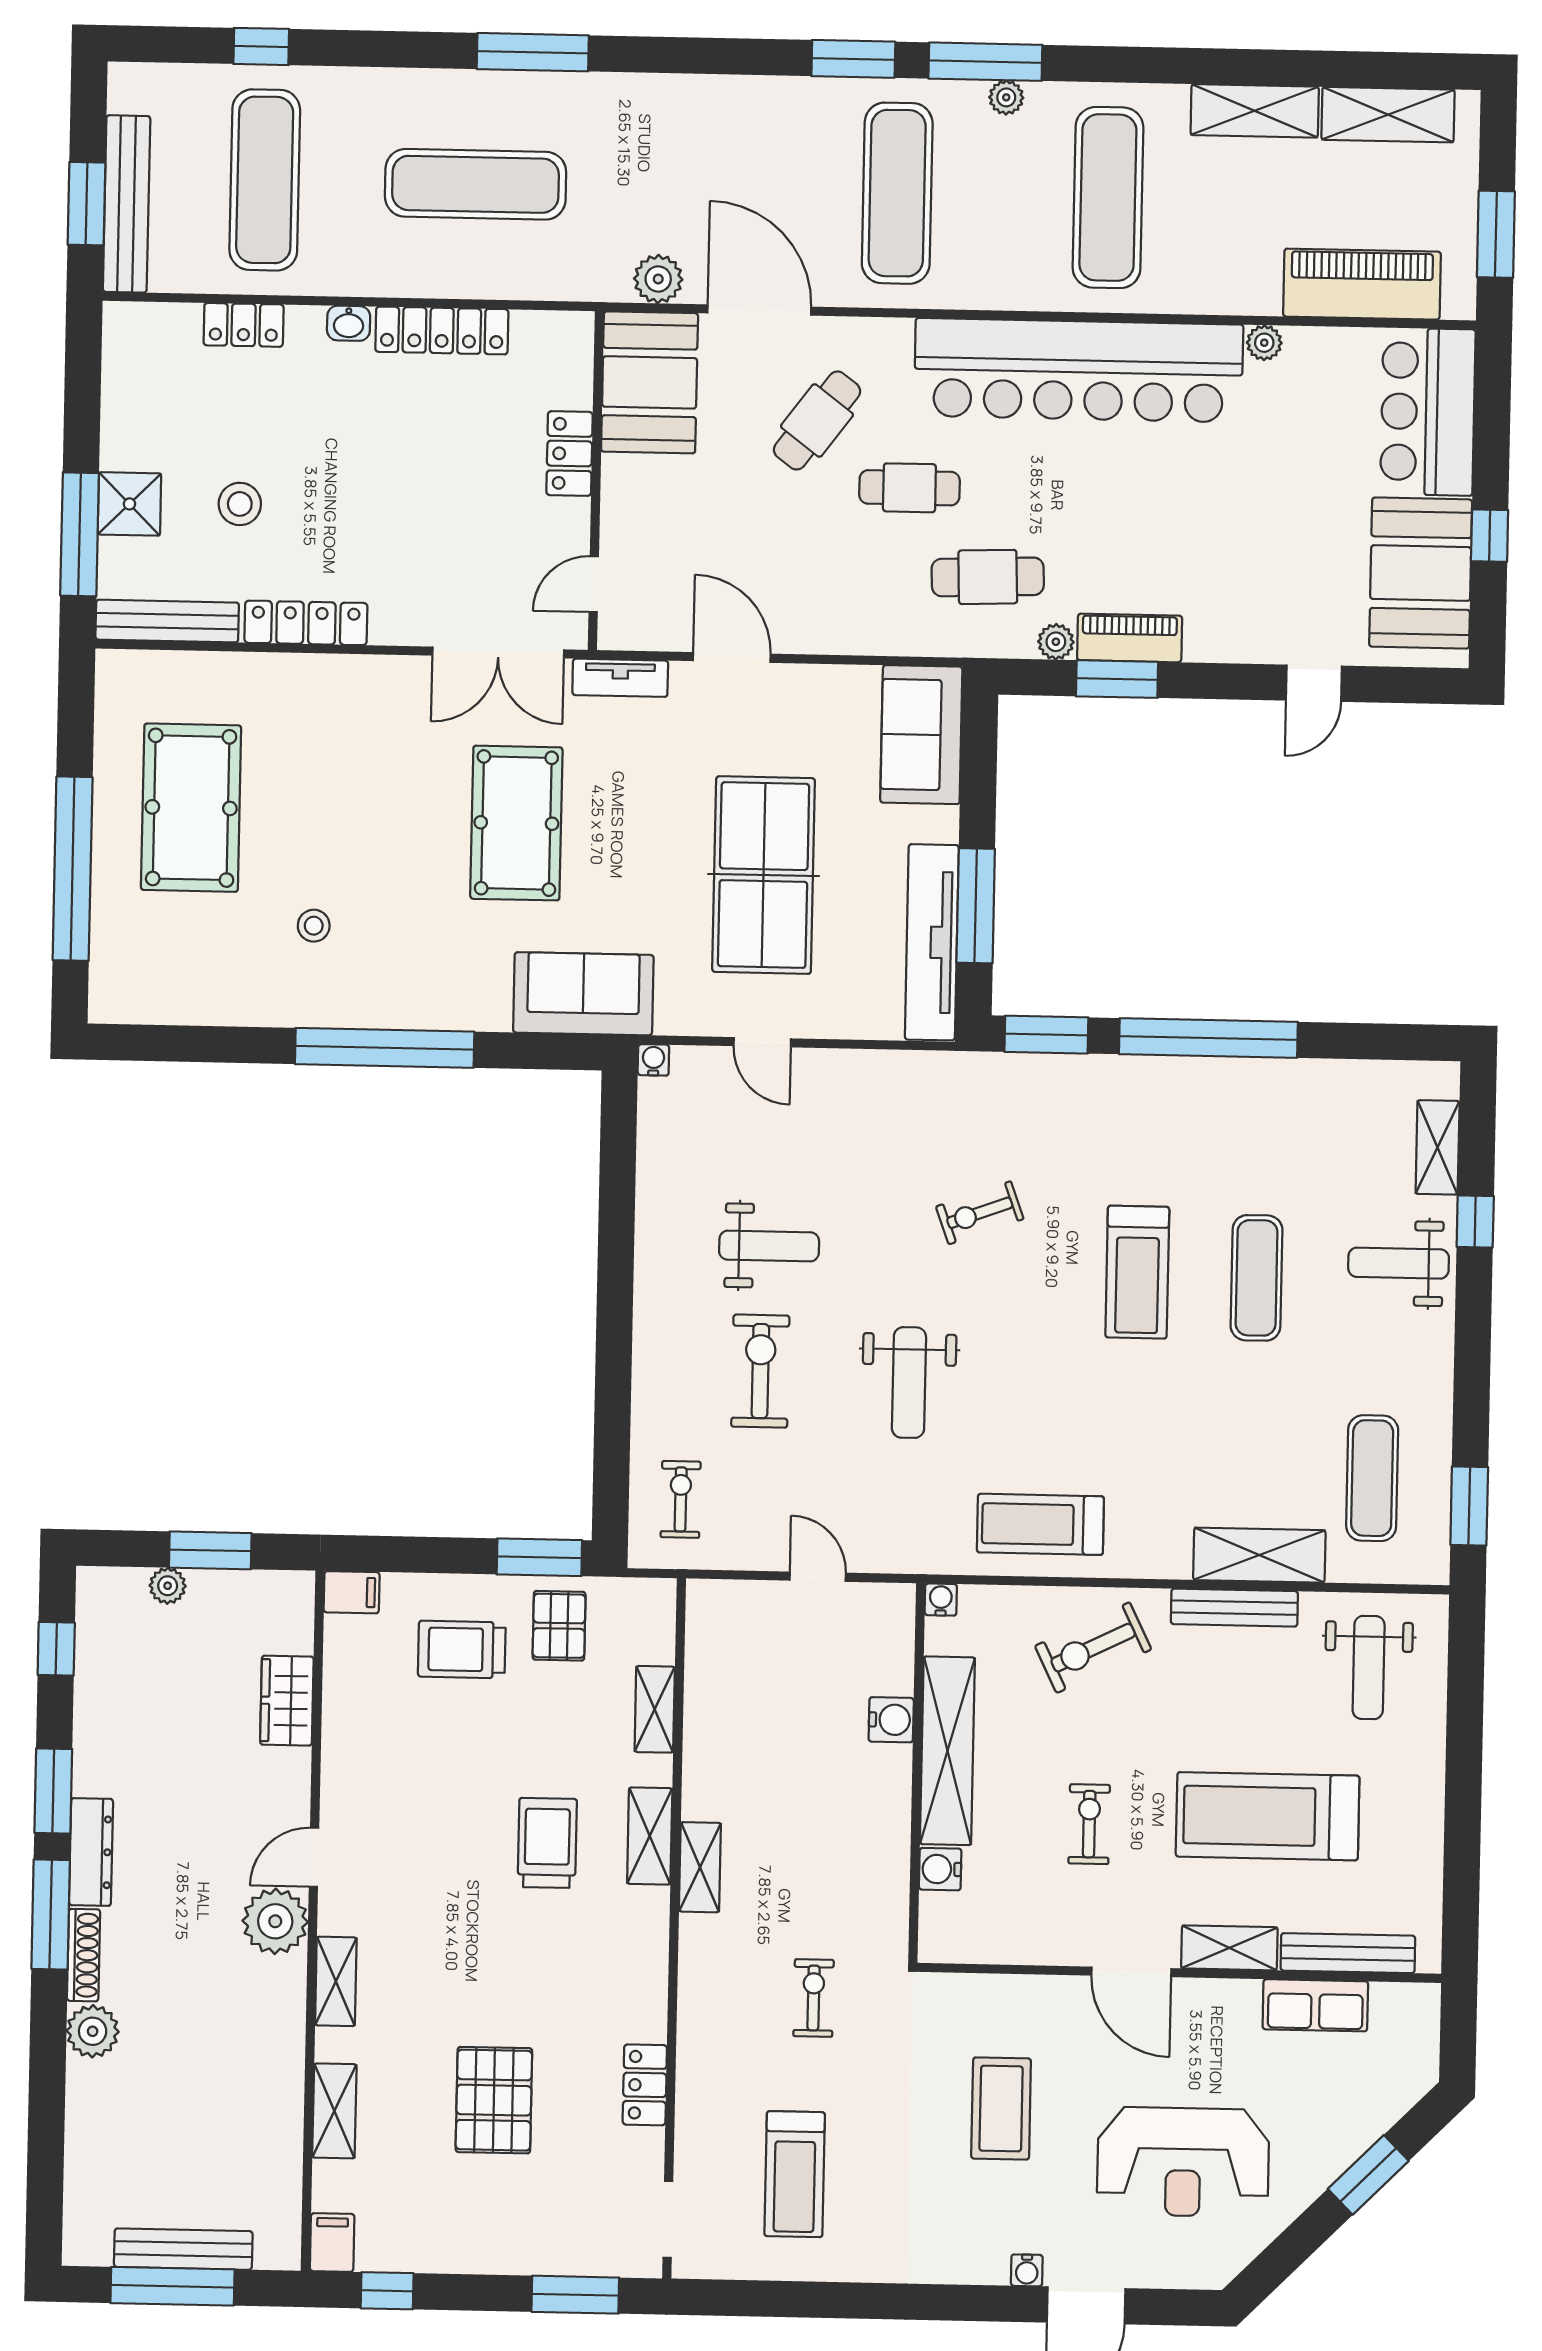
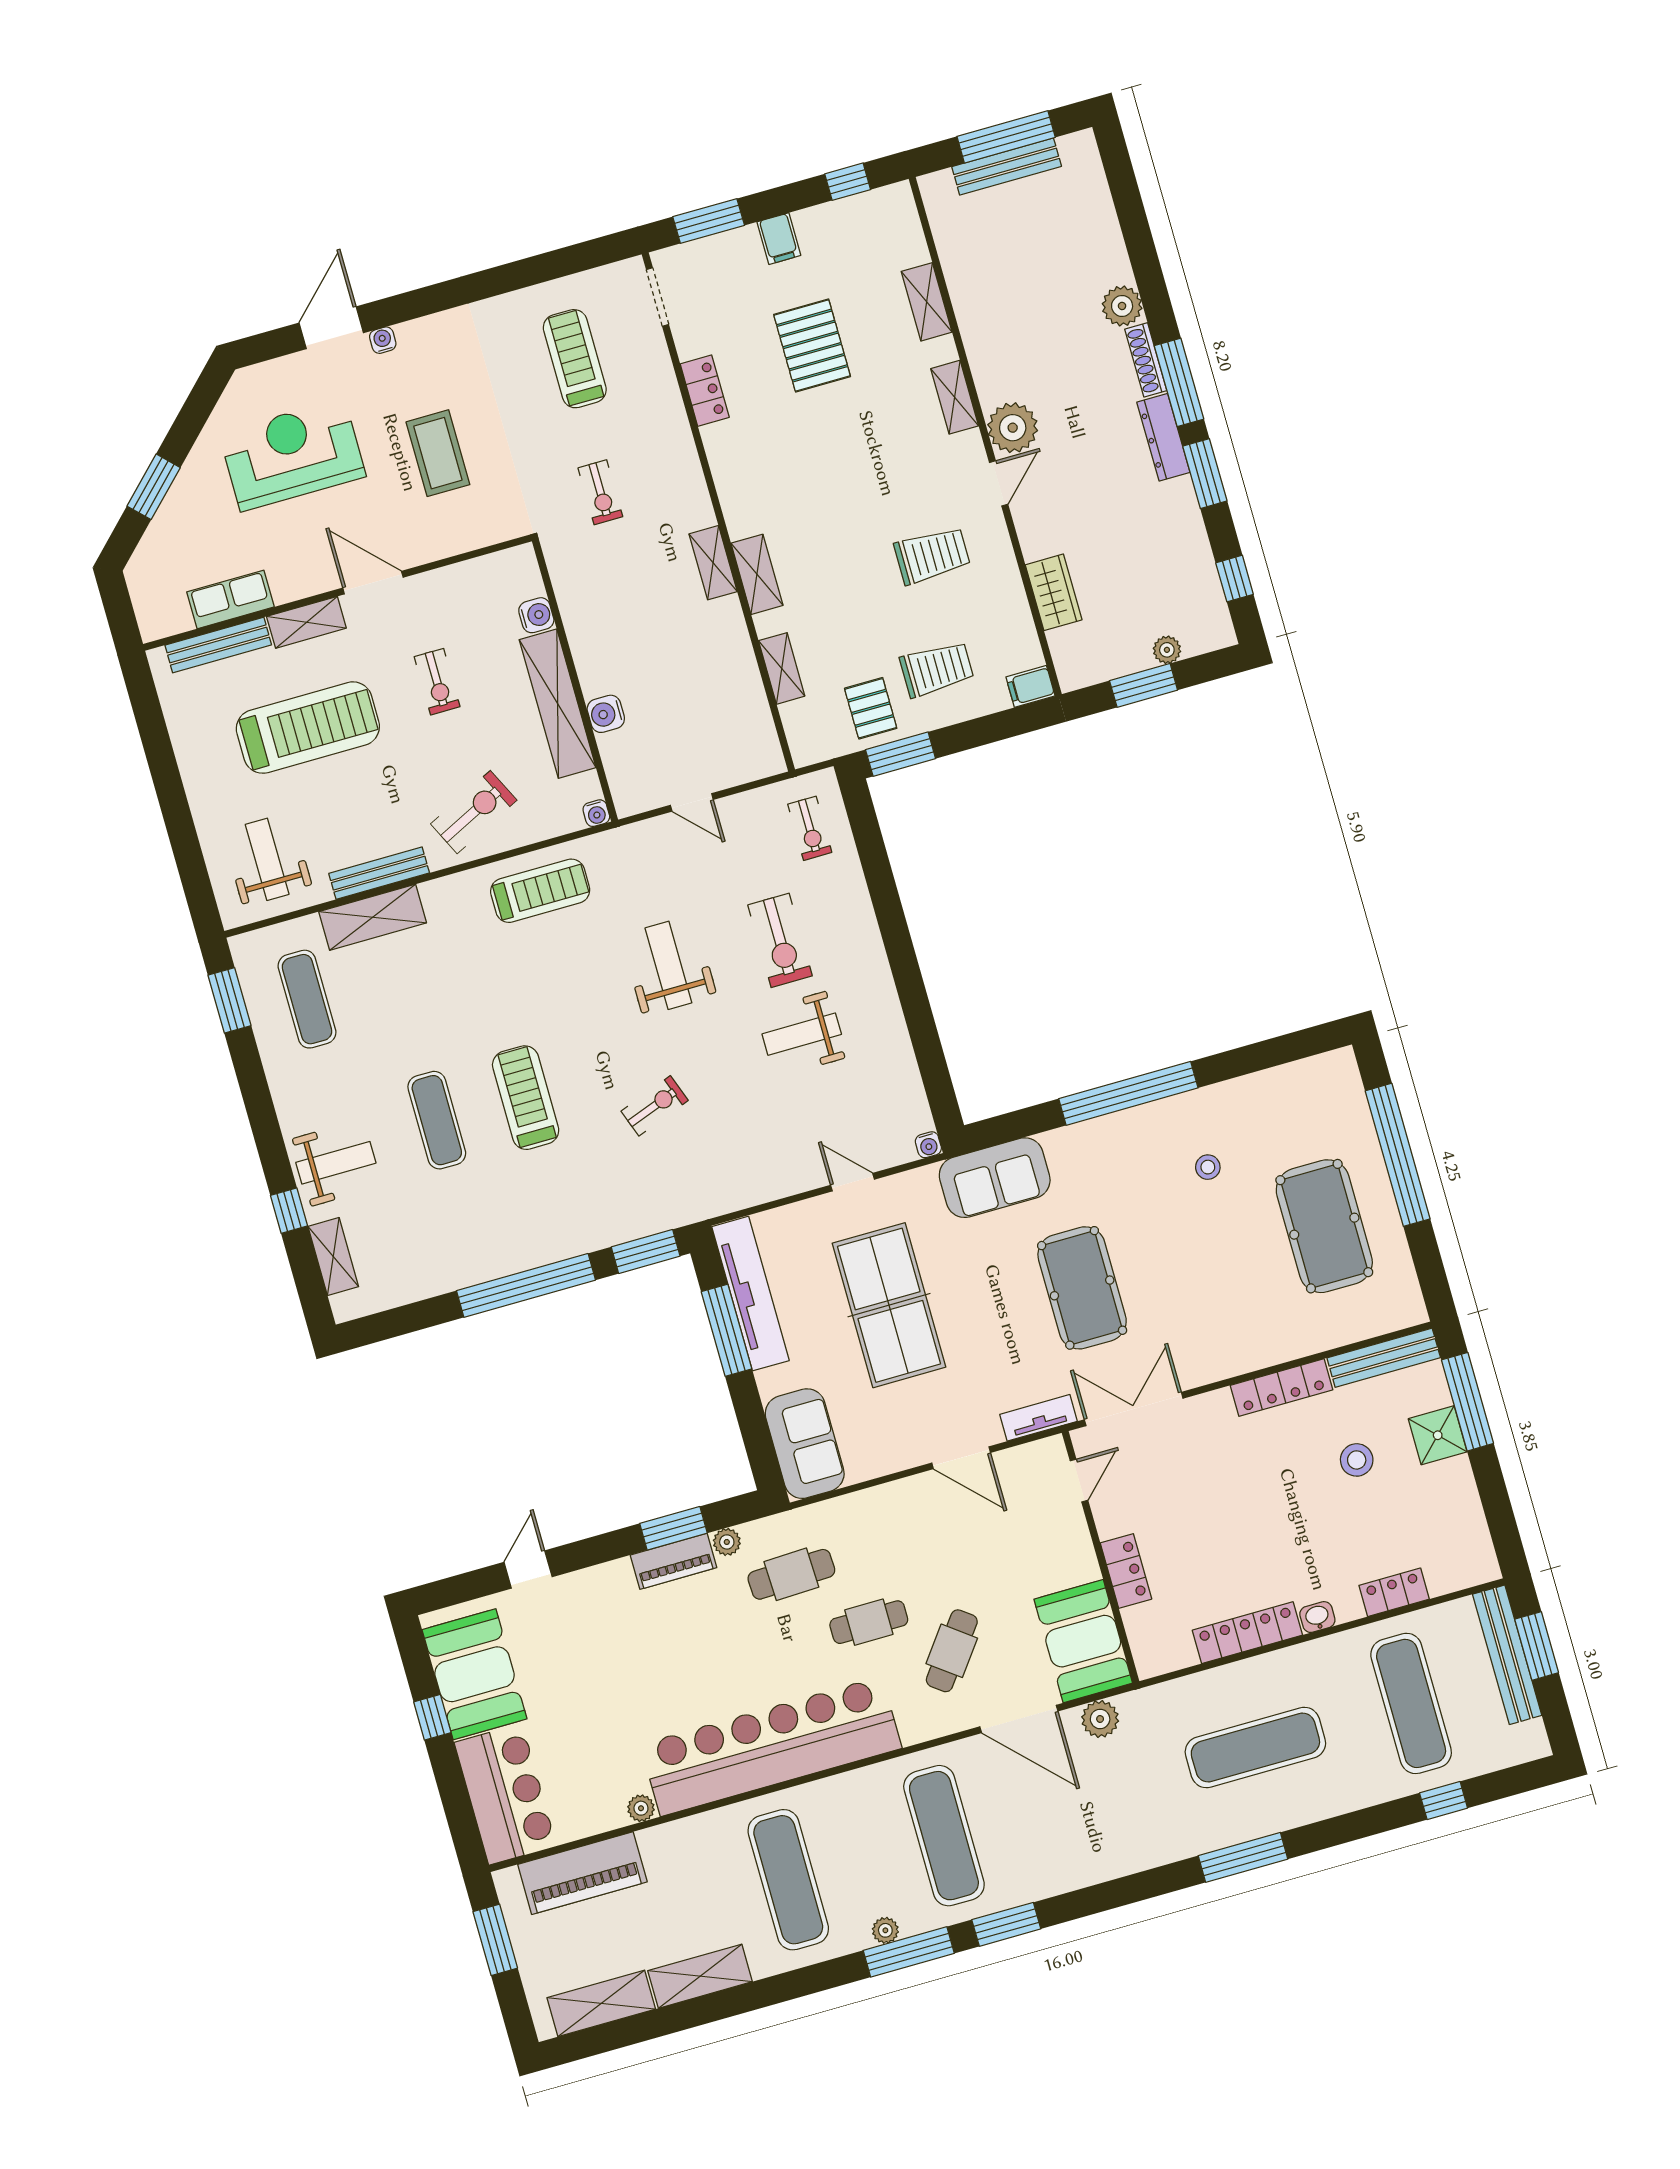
trolley: (547, 1843) -> (932, 555), moved, turned -90
filing cabinet: (332, 2243) -> (779, 239), moved

